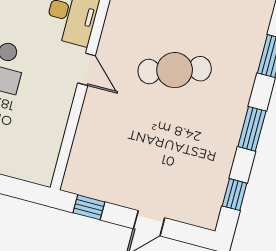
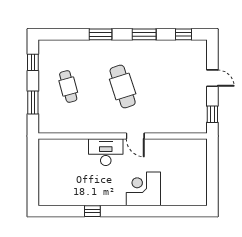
door: (87, 69) -> (135, 136), swing flipped

